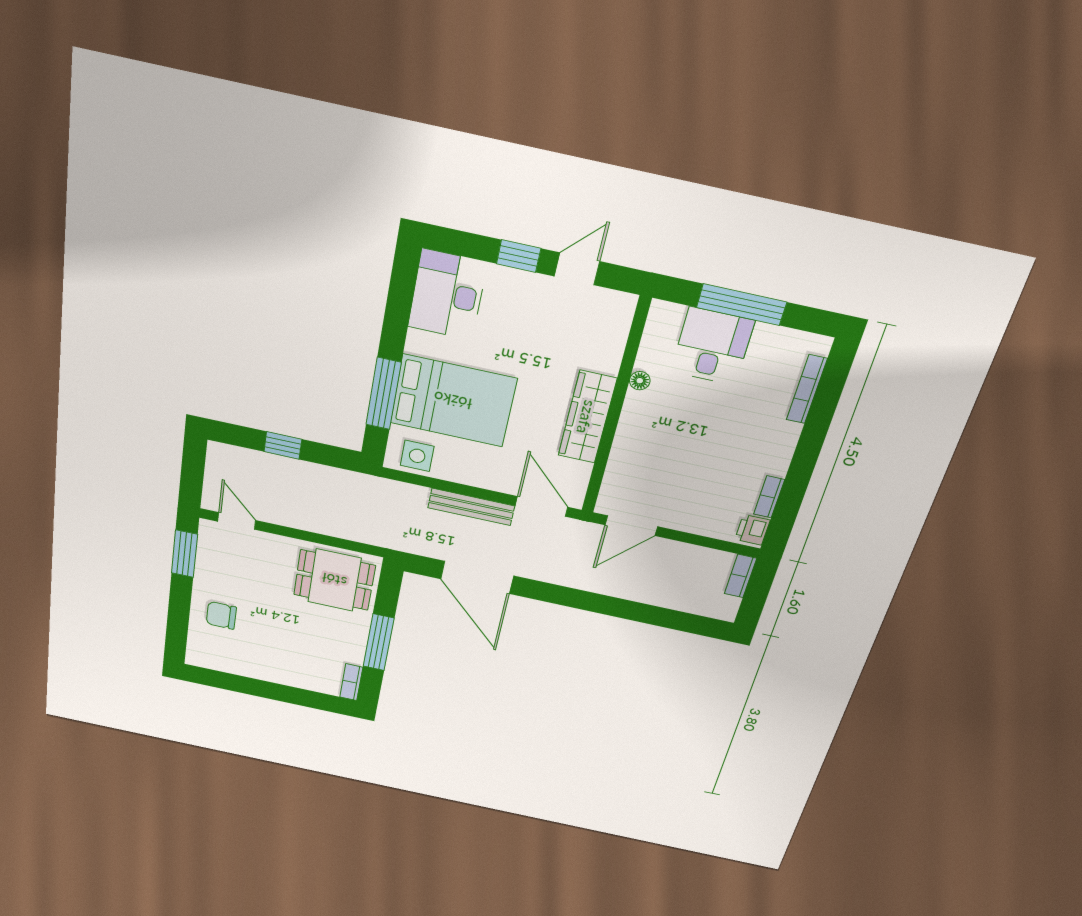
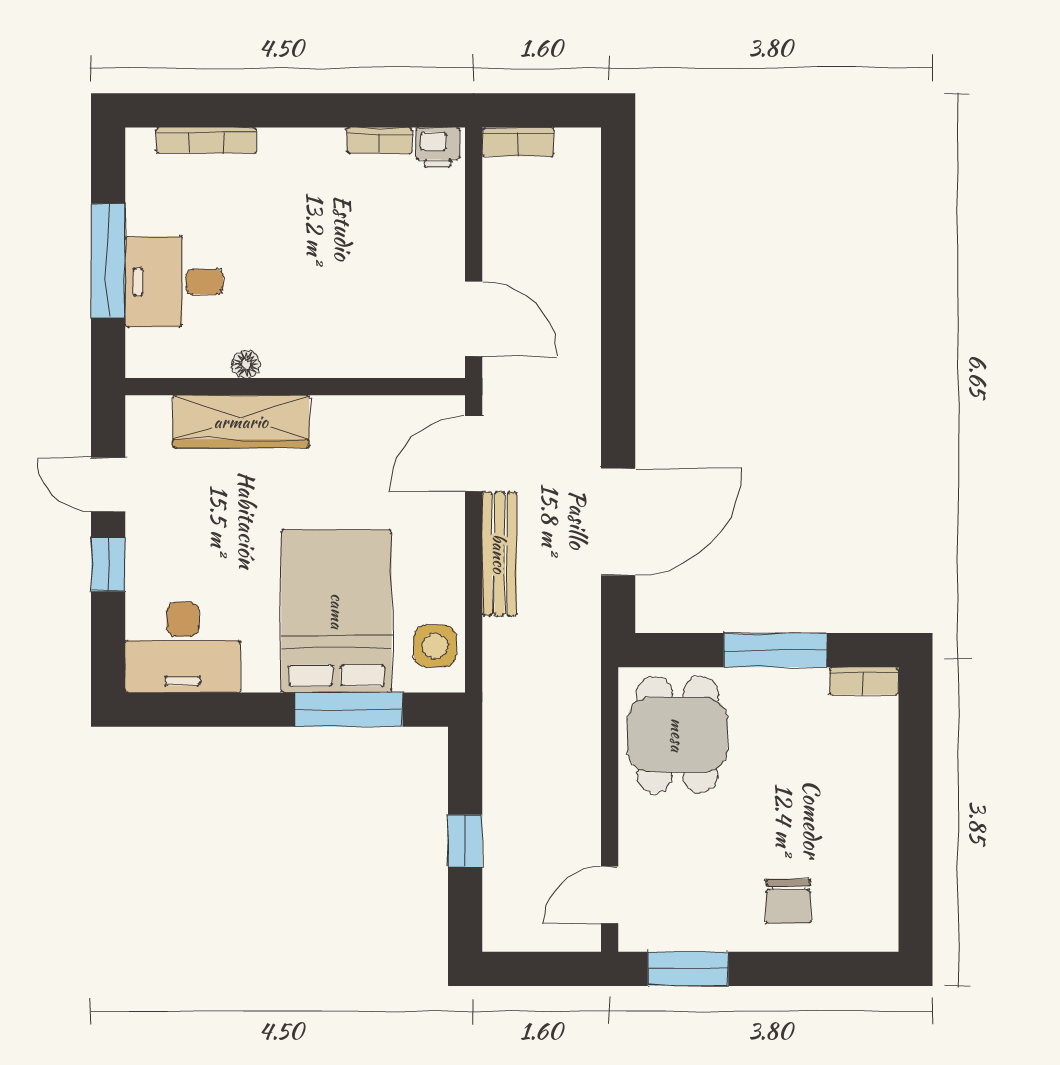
wardrobe: (587, 417) -> (241, 422), moved

